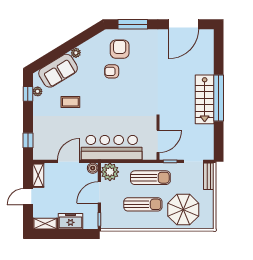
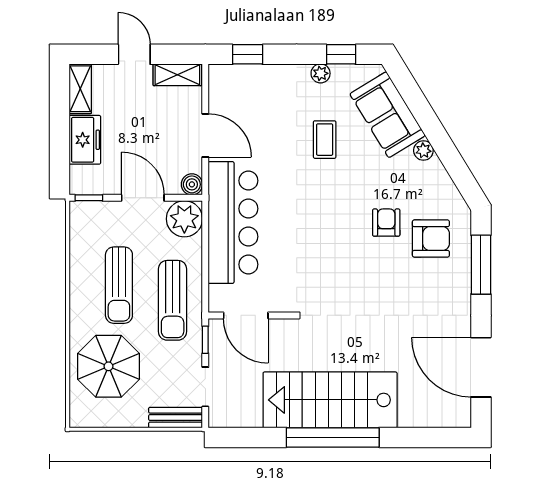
plant: (38, 91) -> (321, 73), moved
stairs: (205, 99) -> (330, 400), width x1.36, depth x1.51

